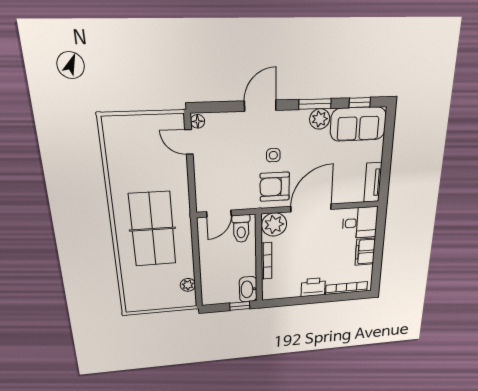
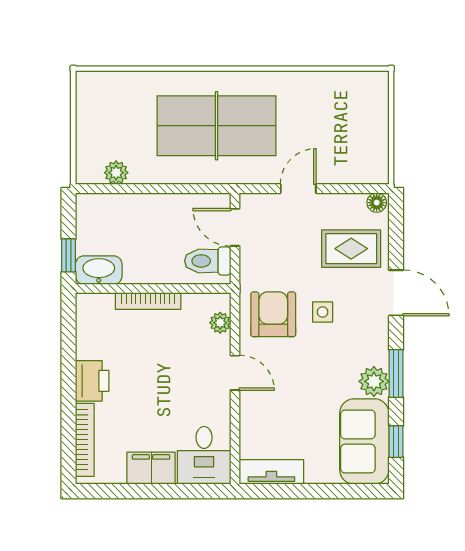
rug: (230, 138) -> (351, 249), added
door: (189, 142) -> (298, 189), moved
door: (311, 208) -> (235, 373), width x0.53
plant: (274, 224) -> (220, 323), width x0.53, depth x0.53

